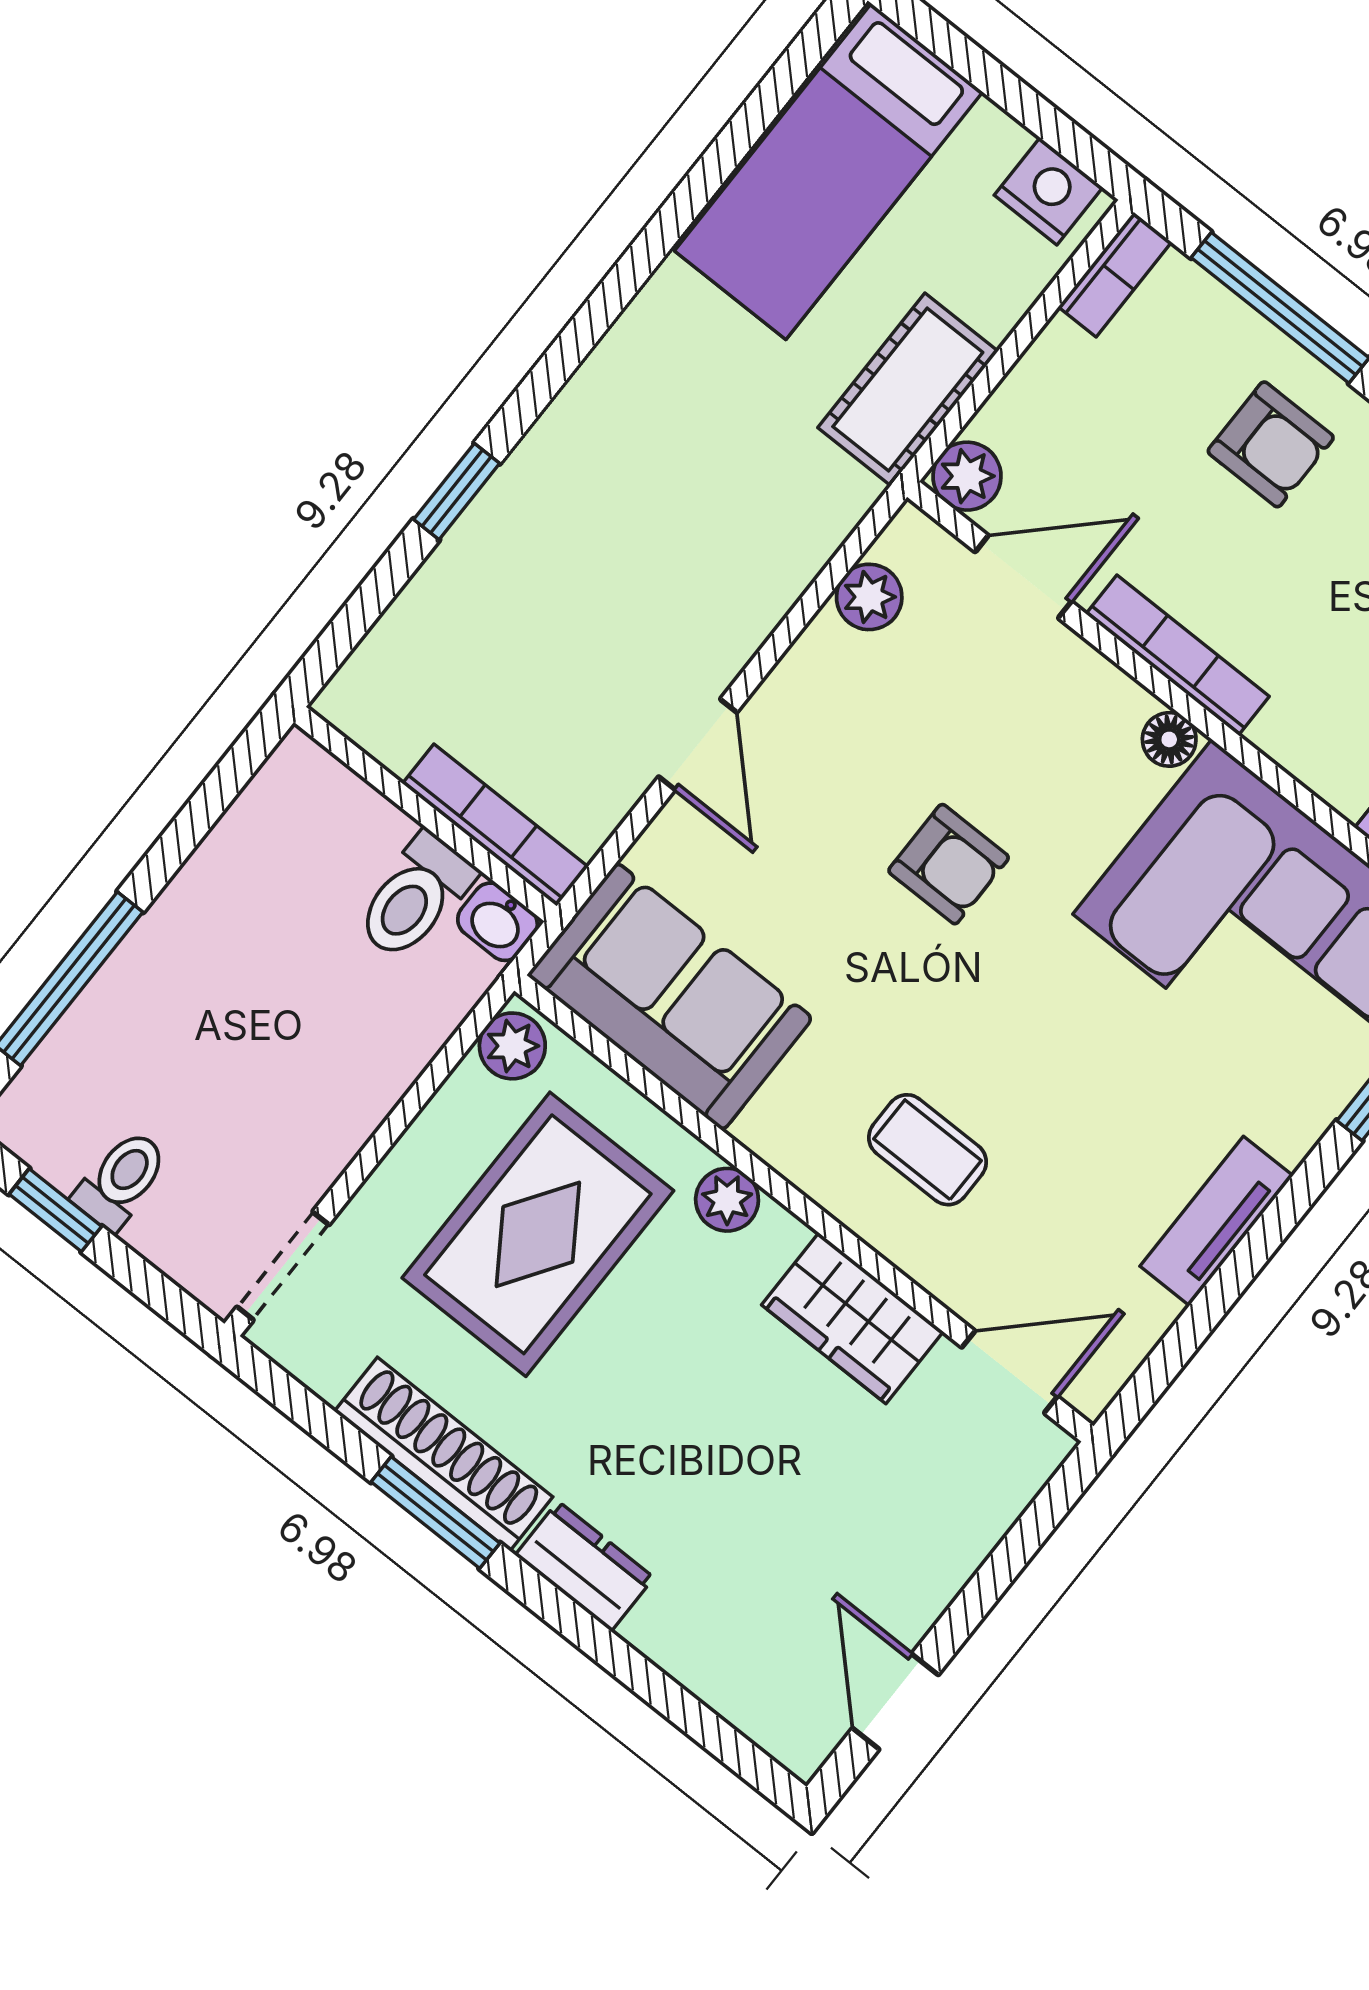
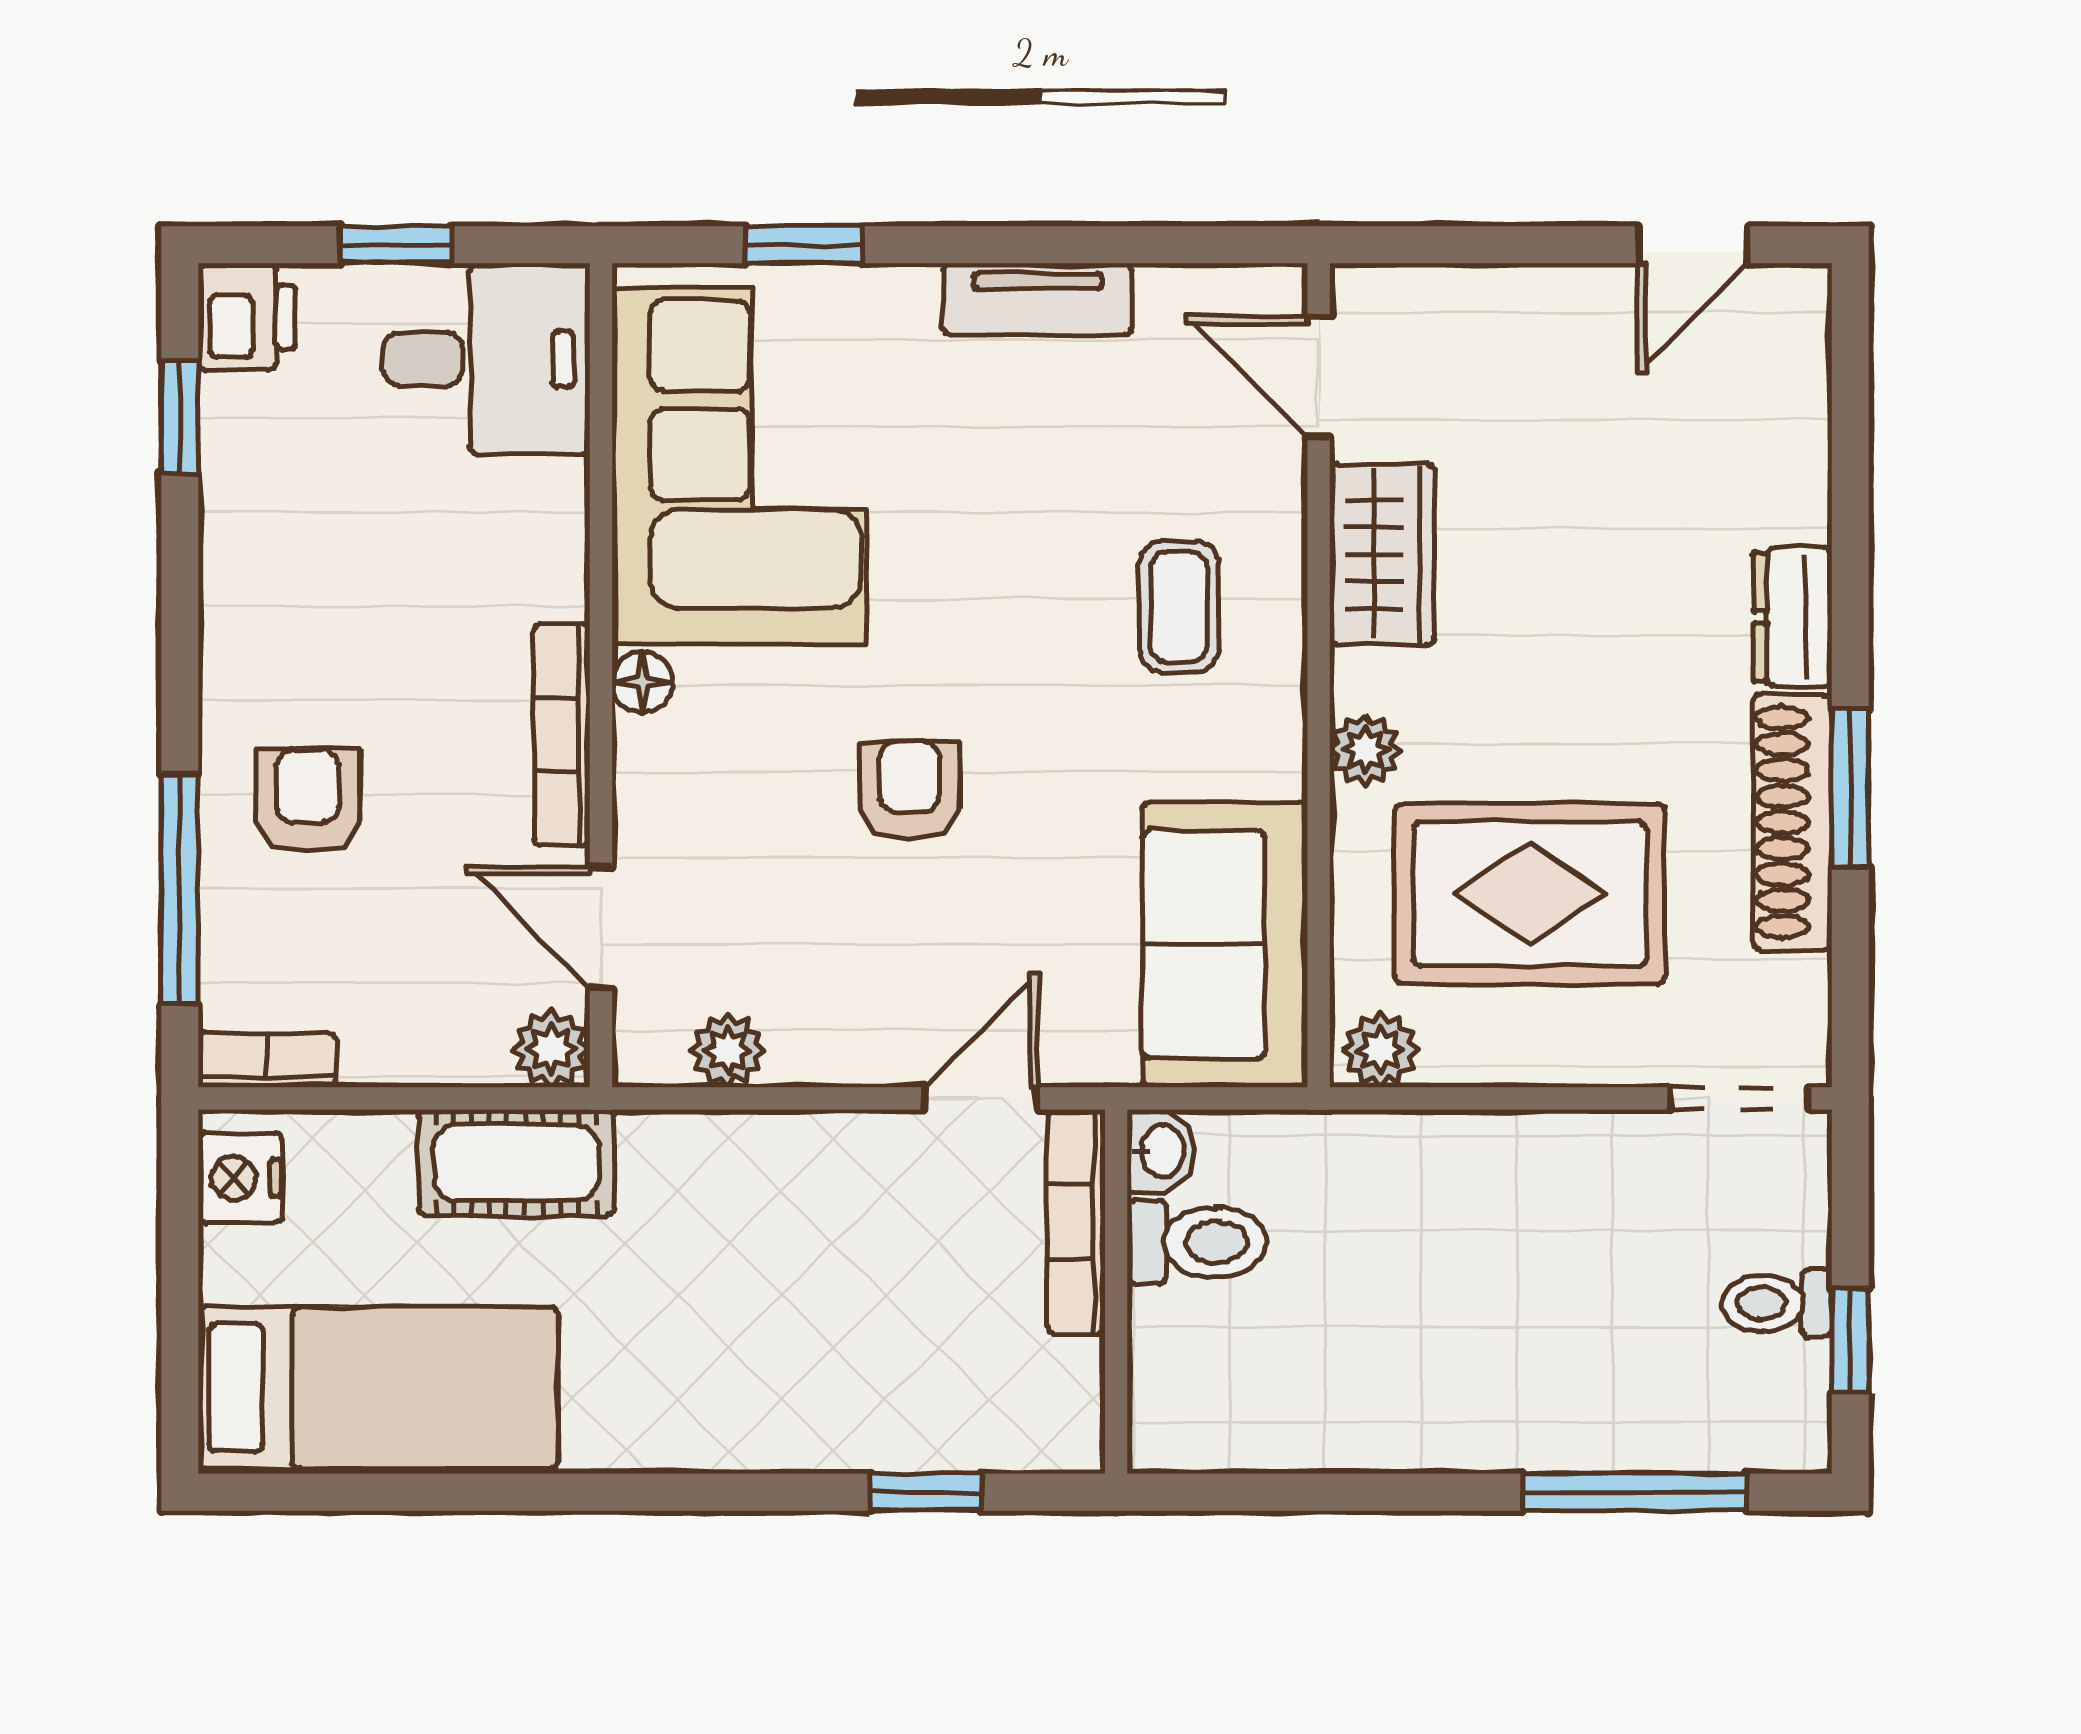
wall: (425, 814) -> (1116, 1292), moved
bookcase: (495, 825) -> (1076, 1222), moved
toilet: (415, 897) -> (1197, 1242), moved
washbasin: (498, 922) -> (1161, 1151), moved

